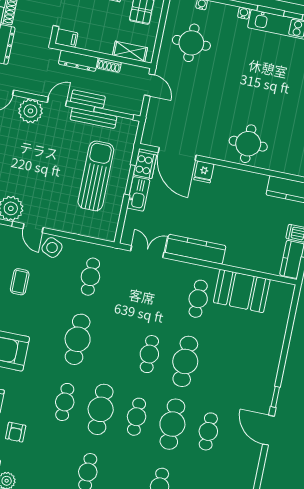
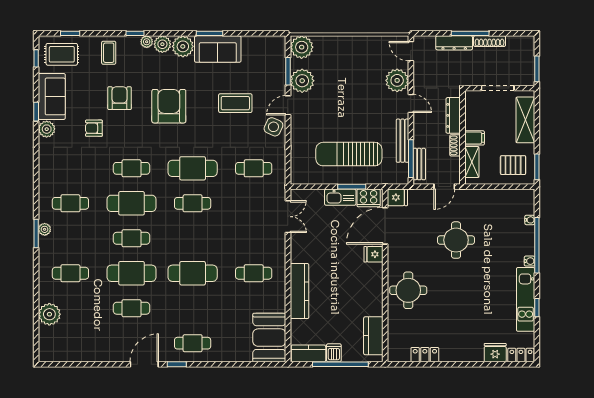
filing cabinet: (66, 38) -> (475, 138), moved, turned -90
round table: (191, 43) -> (456, 240), moved
bench: (88, 99) -> (419, 164), moved
fridge: (151, 135) -> (397, 197), added
sun lounger: (96, 176) -> (349, 154), turned 180
kitchen counter: (196, 249) -> (299, 291), moved
coffee table: (20, 282) -> (235, 103), width x1.36, depth x1.30
booth: (242, 291) -> (269, 338), moved
cafe table: (149, 354) -> (193, 203), moved
cafe table: (257, 376) -> (193, 343), added

